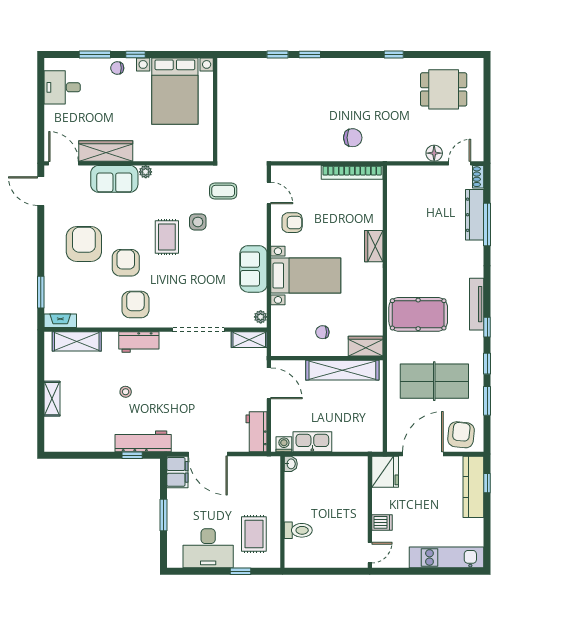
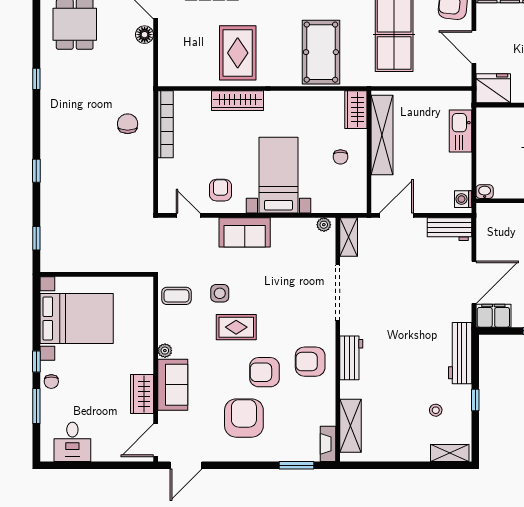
window: (277, 54) -> (36, 238), moved
wardrobe: (106, 151) -> (142, 394), width x0.67
coffee table: (223, 191) -> (176, 296), moved, turned 90
door: (269, 193) -> (188, 215), hinge flipped
rug: (417, 238) -> (238, 53), added
armchair: (84, 244) -> (244, 418), turned 90
wardrobe: (374, 246) -> (238, 101), width x1.50
sofa: (253, 269) -> (245, 232), moved
stool: (126, 392) -> (436, 410), moved
shelving: (52, 399) -> (450, 453), moved
kitchen sink: (312, 442) -> (460, 131), moved
door: (423, 454) -> (474, 47), width x0.73
window: (132, 455) -> (475, 400), moved

